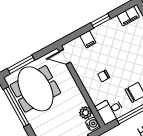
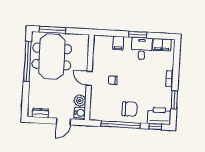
door: (65, 57) -> (89, 78), moved
desk: (110, 110) -> (142, 48), moved, turned 90

